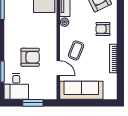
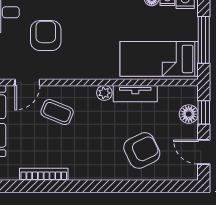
armchair: (103, 29) -> (93, 157), removed
armchair: (30, 57) -> (46, 36), turned 180

